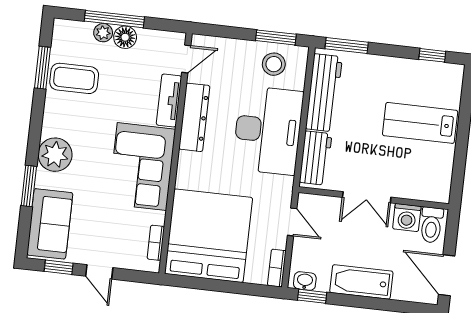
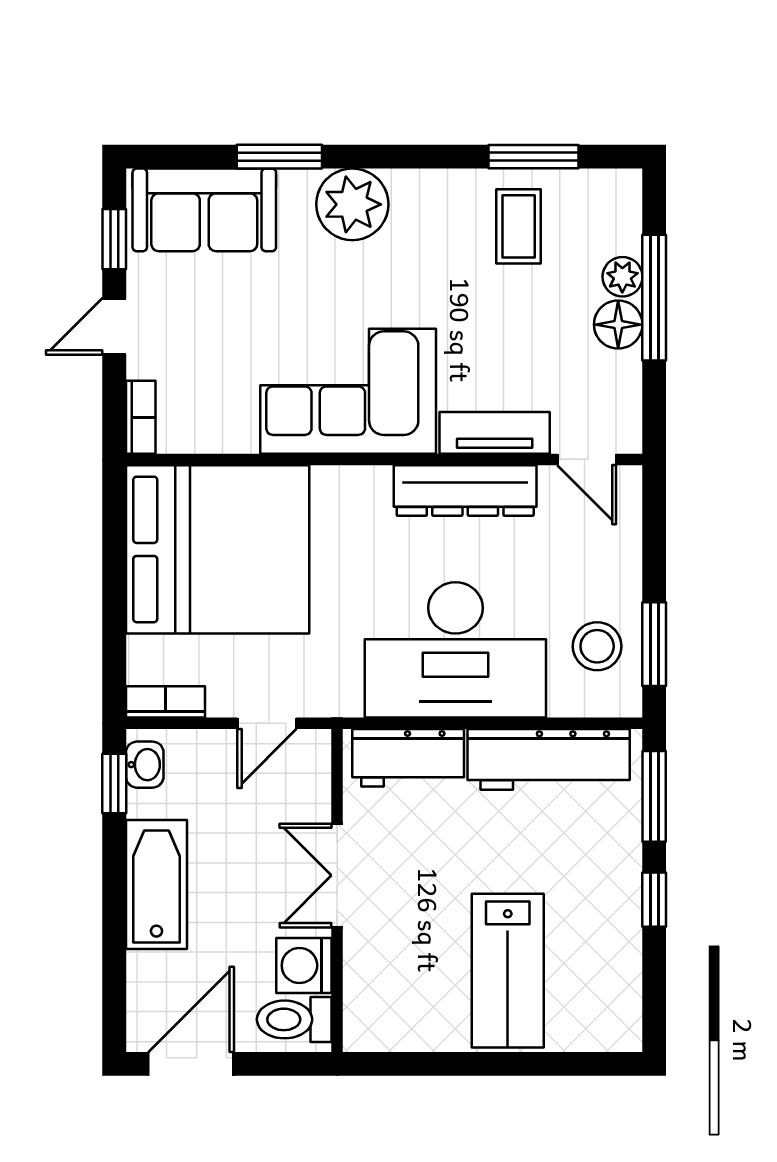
window: (432, 55) -> (654, 900), moved
coffee table: (74, 78) -> (519, 226), width x0.73, depth x0.77
lab bench: (420, 123) -> (508, 971), turned 180
bookcase: (156, 243) -> (141, 417), moved, turned 90

